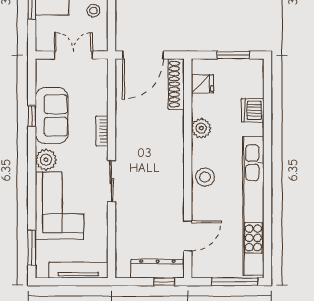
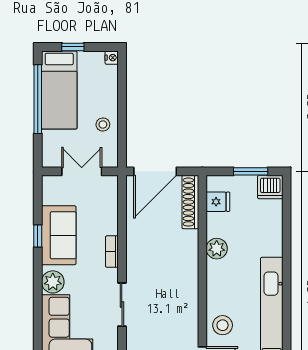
dishwasher: (253, 110) -> (270, 187), moved, turned -90
stool: (205, 177) -> (223, 325), moved

